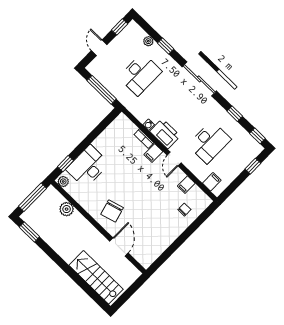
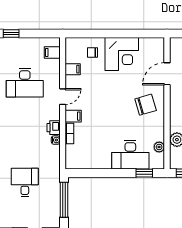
desk: (140, 74) -> (25, 183), width x0.73
printer: (165, 134) -> (54, 128), width x0.53, depth x0.68
desk: (209, 142) -> (25, 83), turned 180
plant: (63, 181) -> (159, 147), moved
corner desk: (163, 229) -> (122, 54), added

